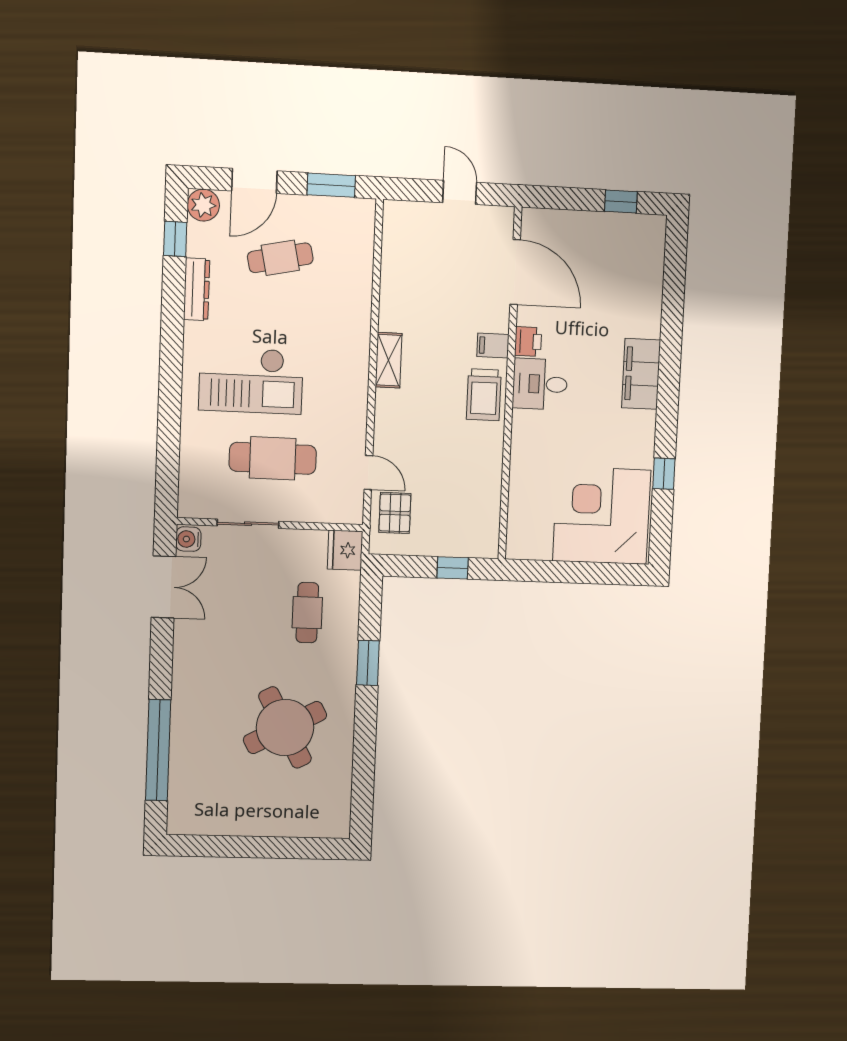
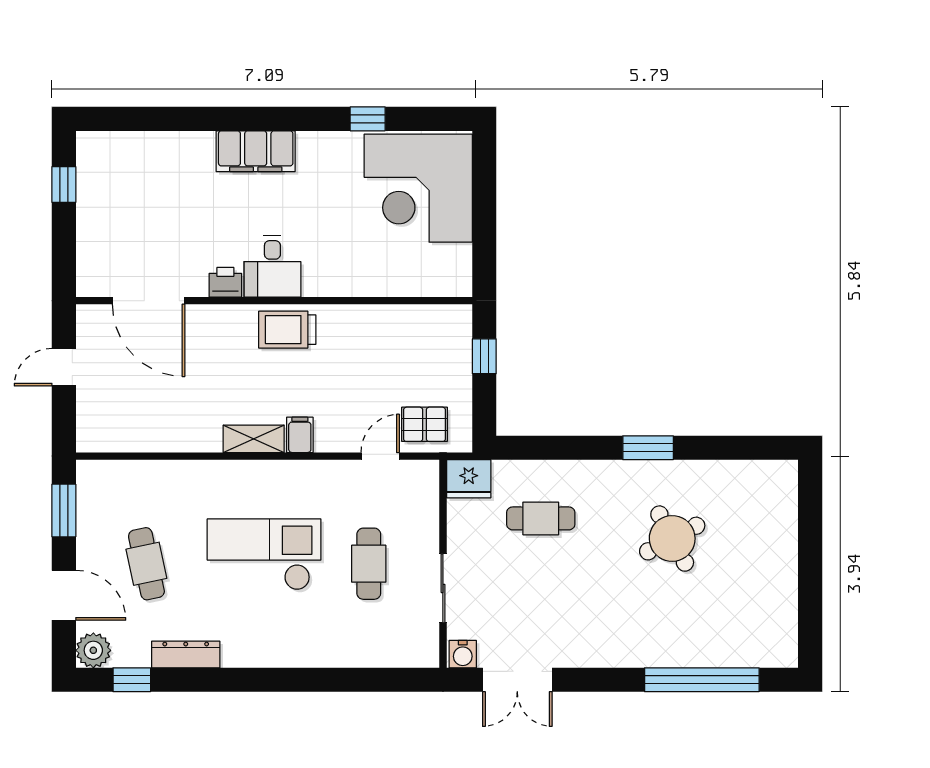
door: (515, 272) -> (149, 301), swing flipped
filing cabinet: (493, 346) -> (300, 435), moved, turned 180
checkout: (251, 380) -> (264, 554), moved, turned -90
trolley: (484, 395) -> (287, 330), turned 180
cafe table: (273, 458) -> (369, 564), width x0.73, depth x0.74
double door: (164, 587) -> (517, 680), swing flipped
window: (368, 663) -> (648, 448), moved
round table: (285, 727) -> (672, 539), width x0.73, depth x0.73

